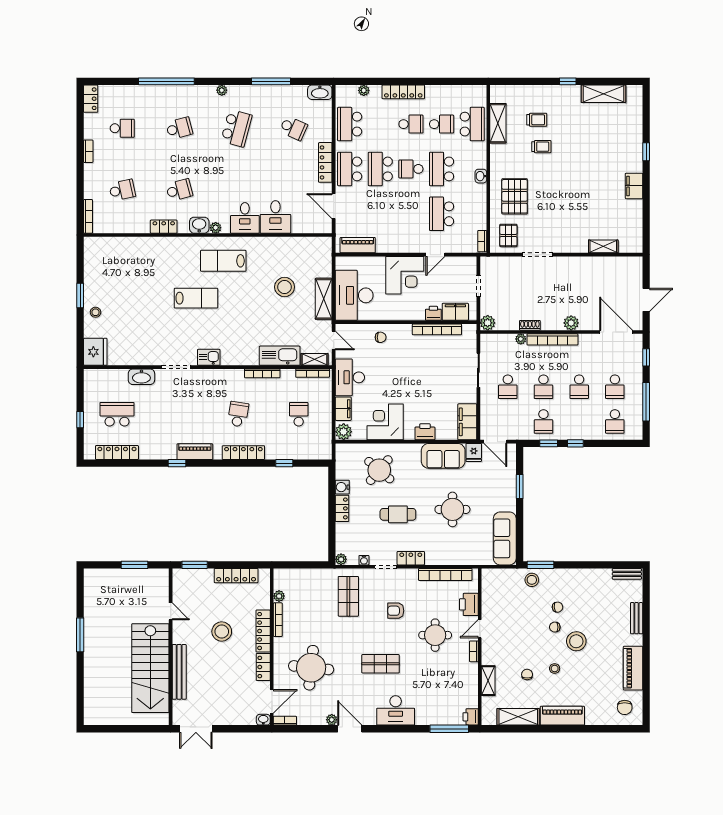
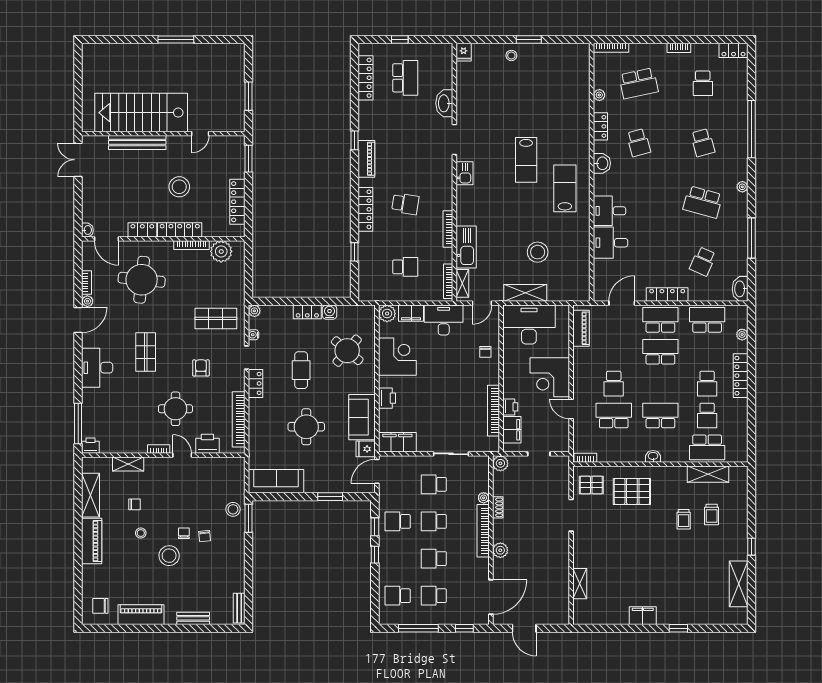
school desk: (411, 169) -> (614, 384), moved, turned 180
school desk: (122, 190) -> (639, 83), width x1.85
plant: (216, 228) -> (599, 95), moved
fridge: (95, 352) -> (464, 52), width x0.53, depth x0.75
plant: (279, 596) -> (221, 251), width x1.87, depth x1.87
bookcase: (285, 721) -> (86, 282), moved

